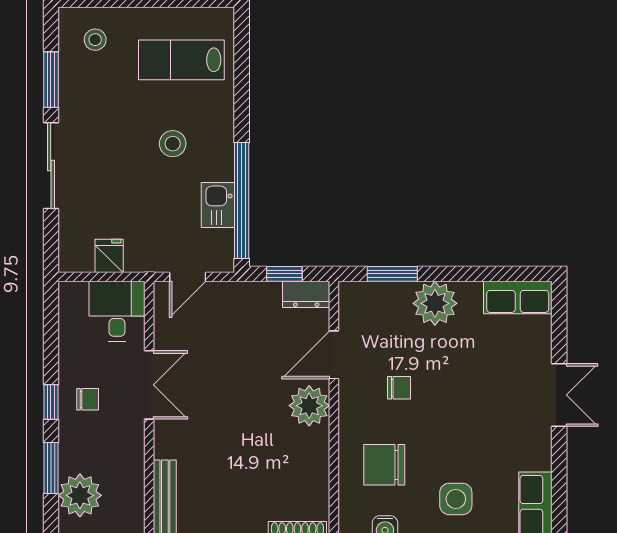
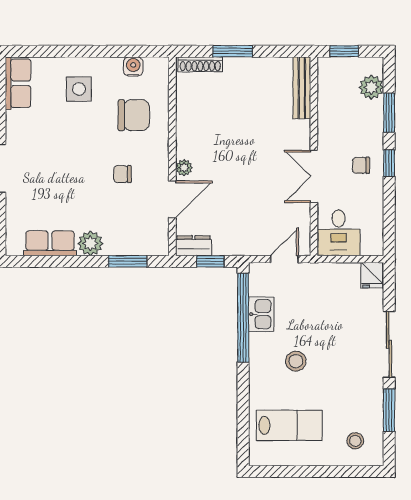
fridge: (109, 256) -> (372, 275), moved
row of seats: (518, 298) -> (50, 243), moved
plant: (435, 303) -> (90, 243), width x0.73, depth x0.73
plant: (309, 406) -> (184, 168), width x0.53, depth x0.53
plant: (80, 495) -> (371, 87), width x0.73, depth x0.73

